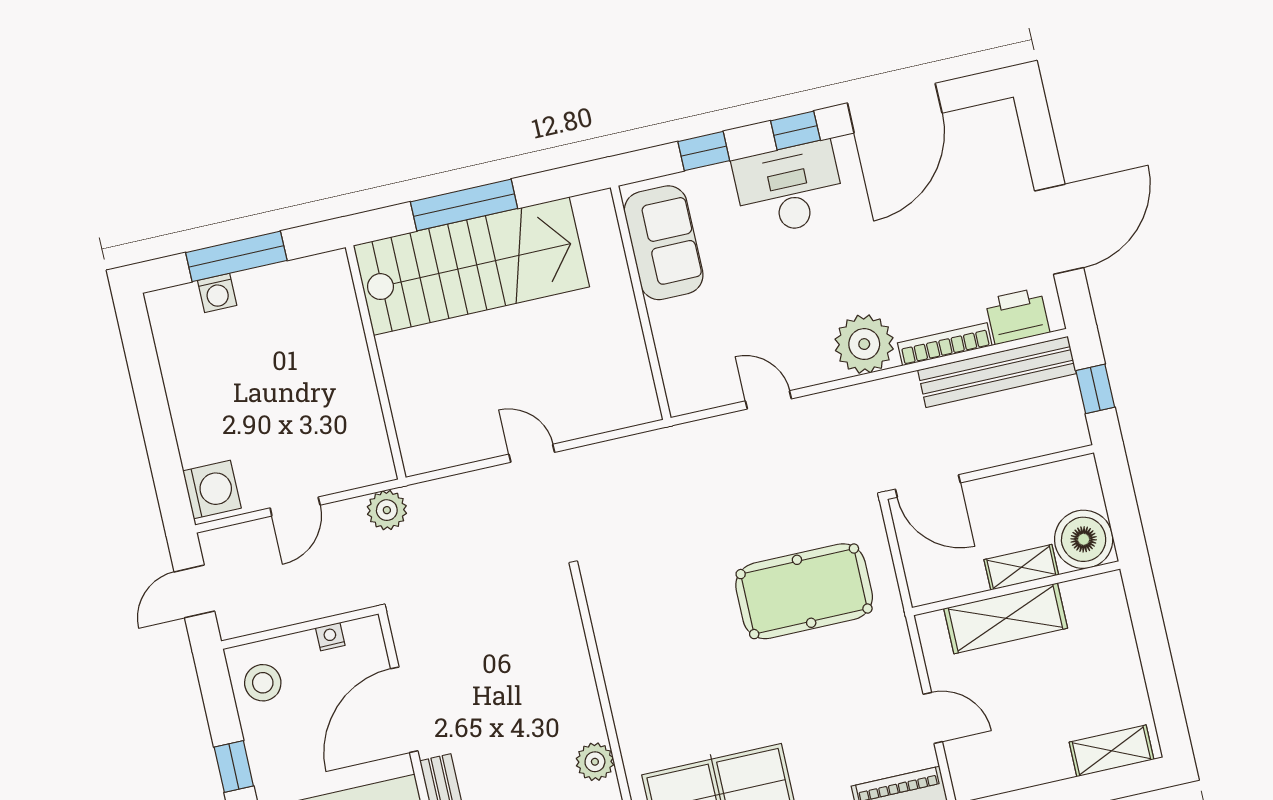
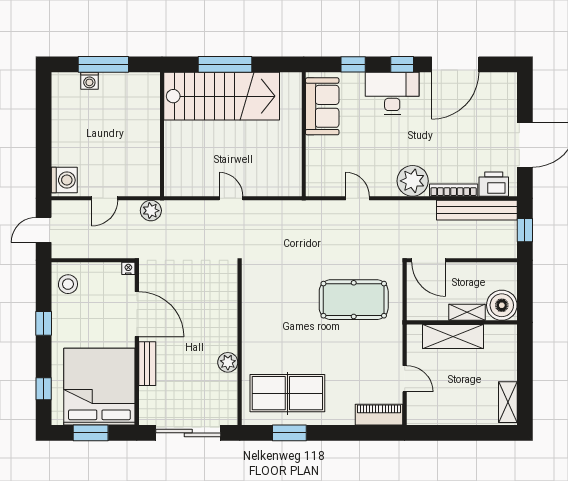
nightstand: (330, 637) -> (128, 268), moved
door: (404, 710) -> (137, 314), swing flipped
shelving: (1111, 751) -> (508, 402), moved, turned 90

